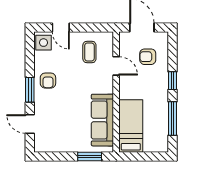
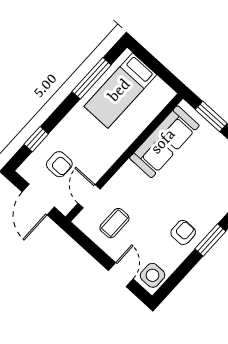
door: (116, 66) -> (89, 196), moved
window: (172, 81) -> (36, 139), moved
bed: (131, 126) -> (120, 91), moved

